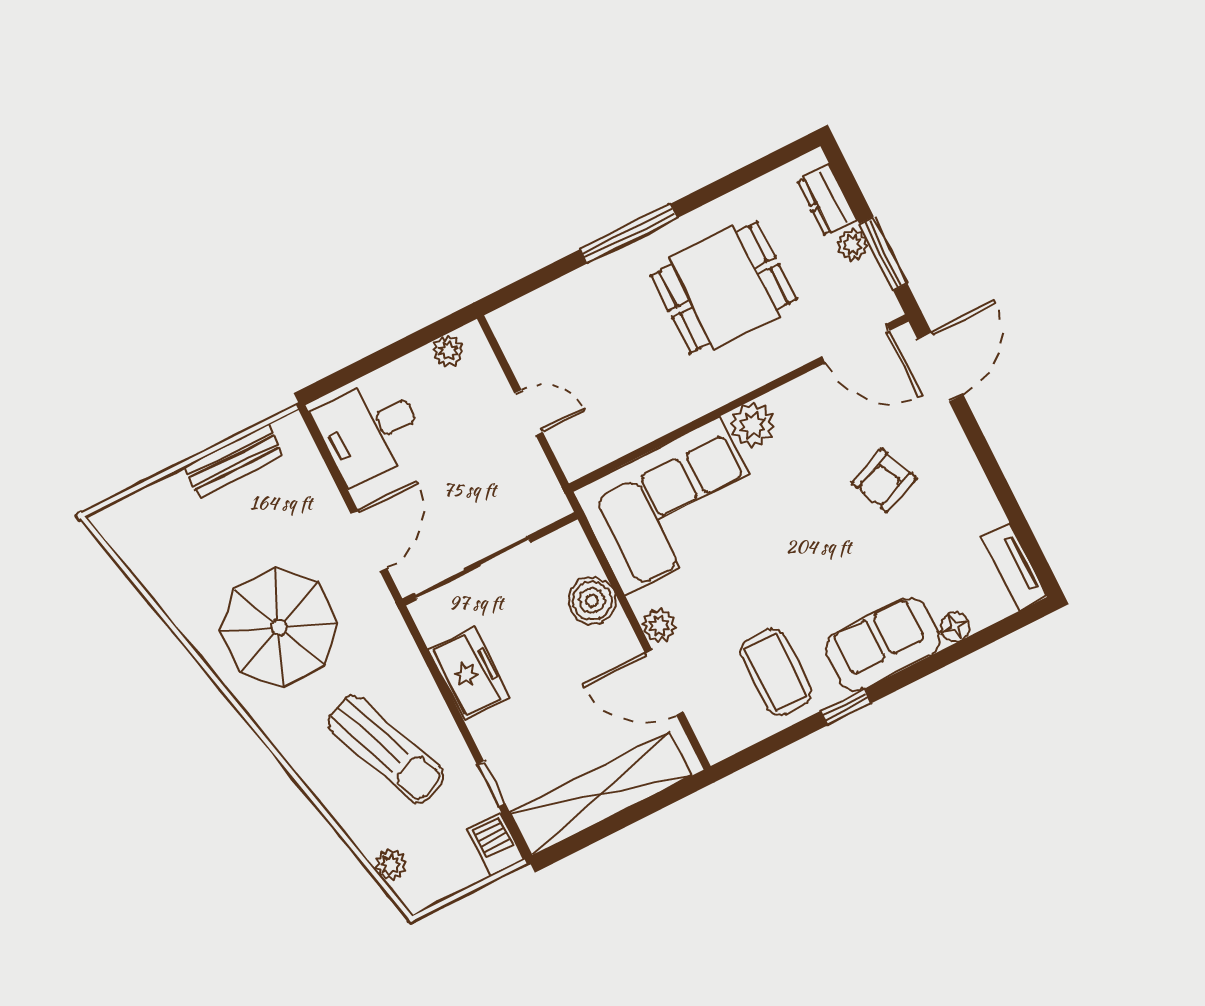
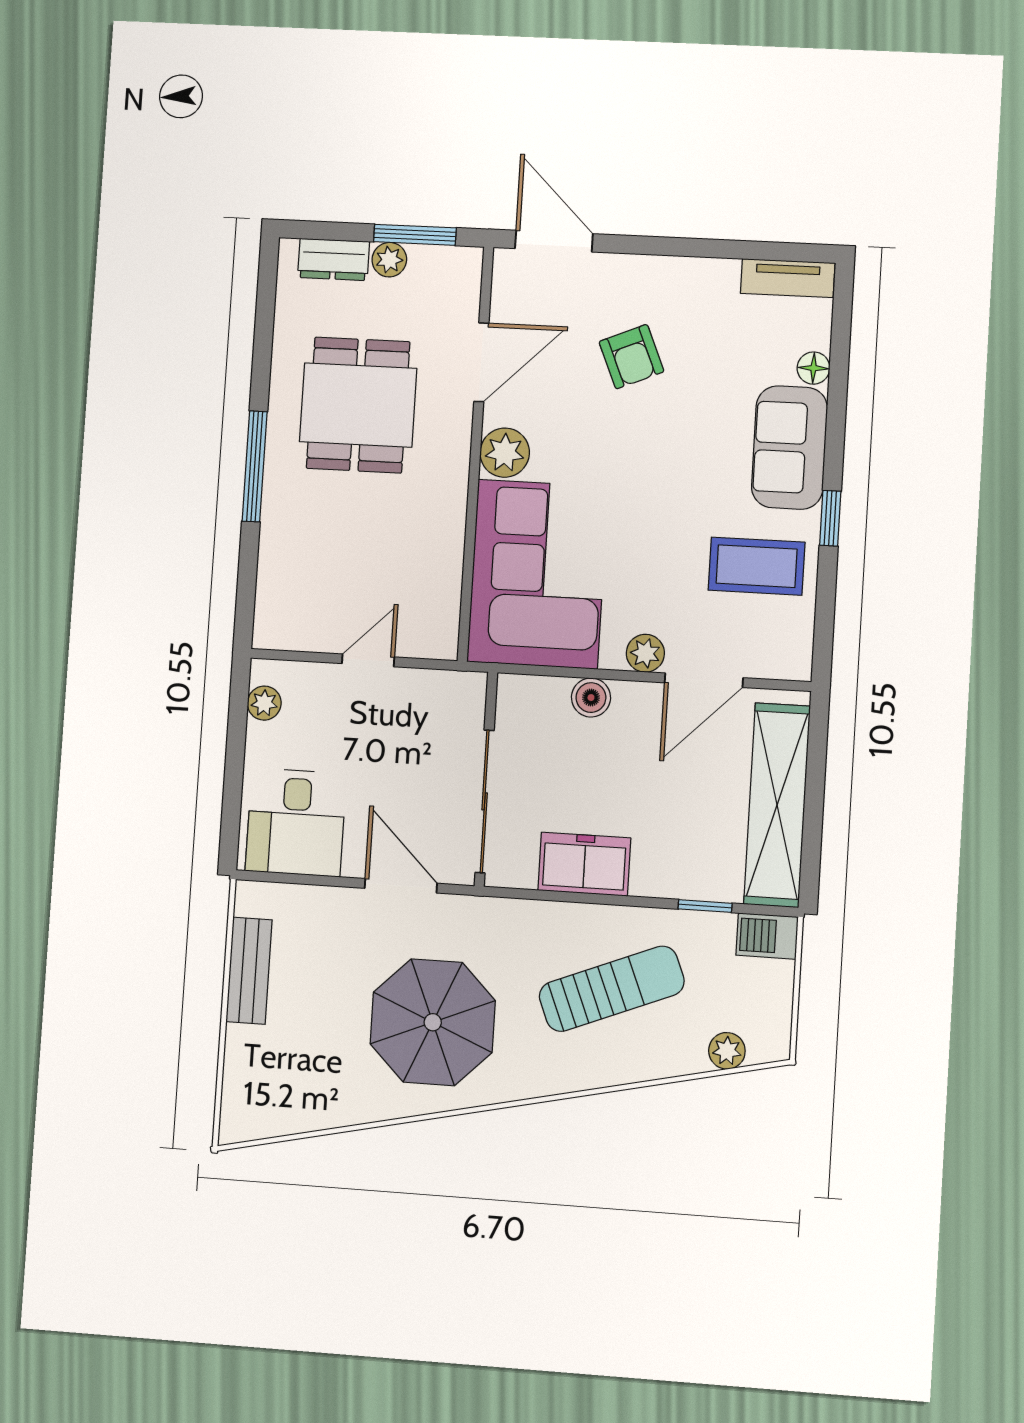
door: (856, 344) -> (481, 362), moved
boiler: (592, 601) -> (591, 698), width x0.73, depth x0.73

